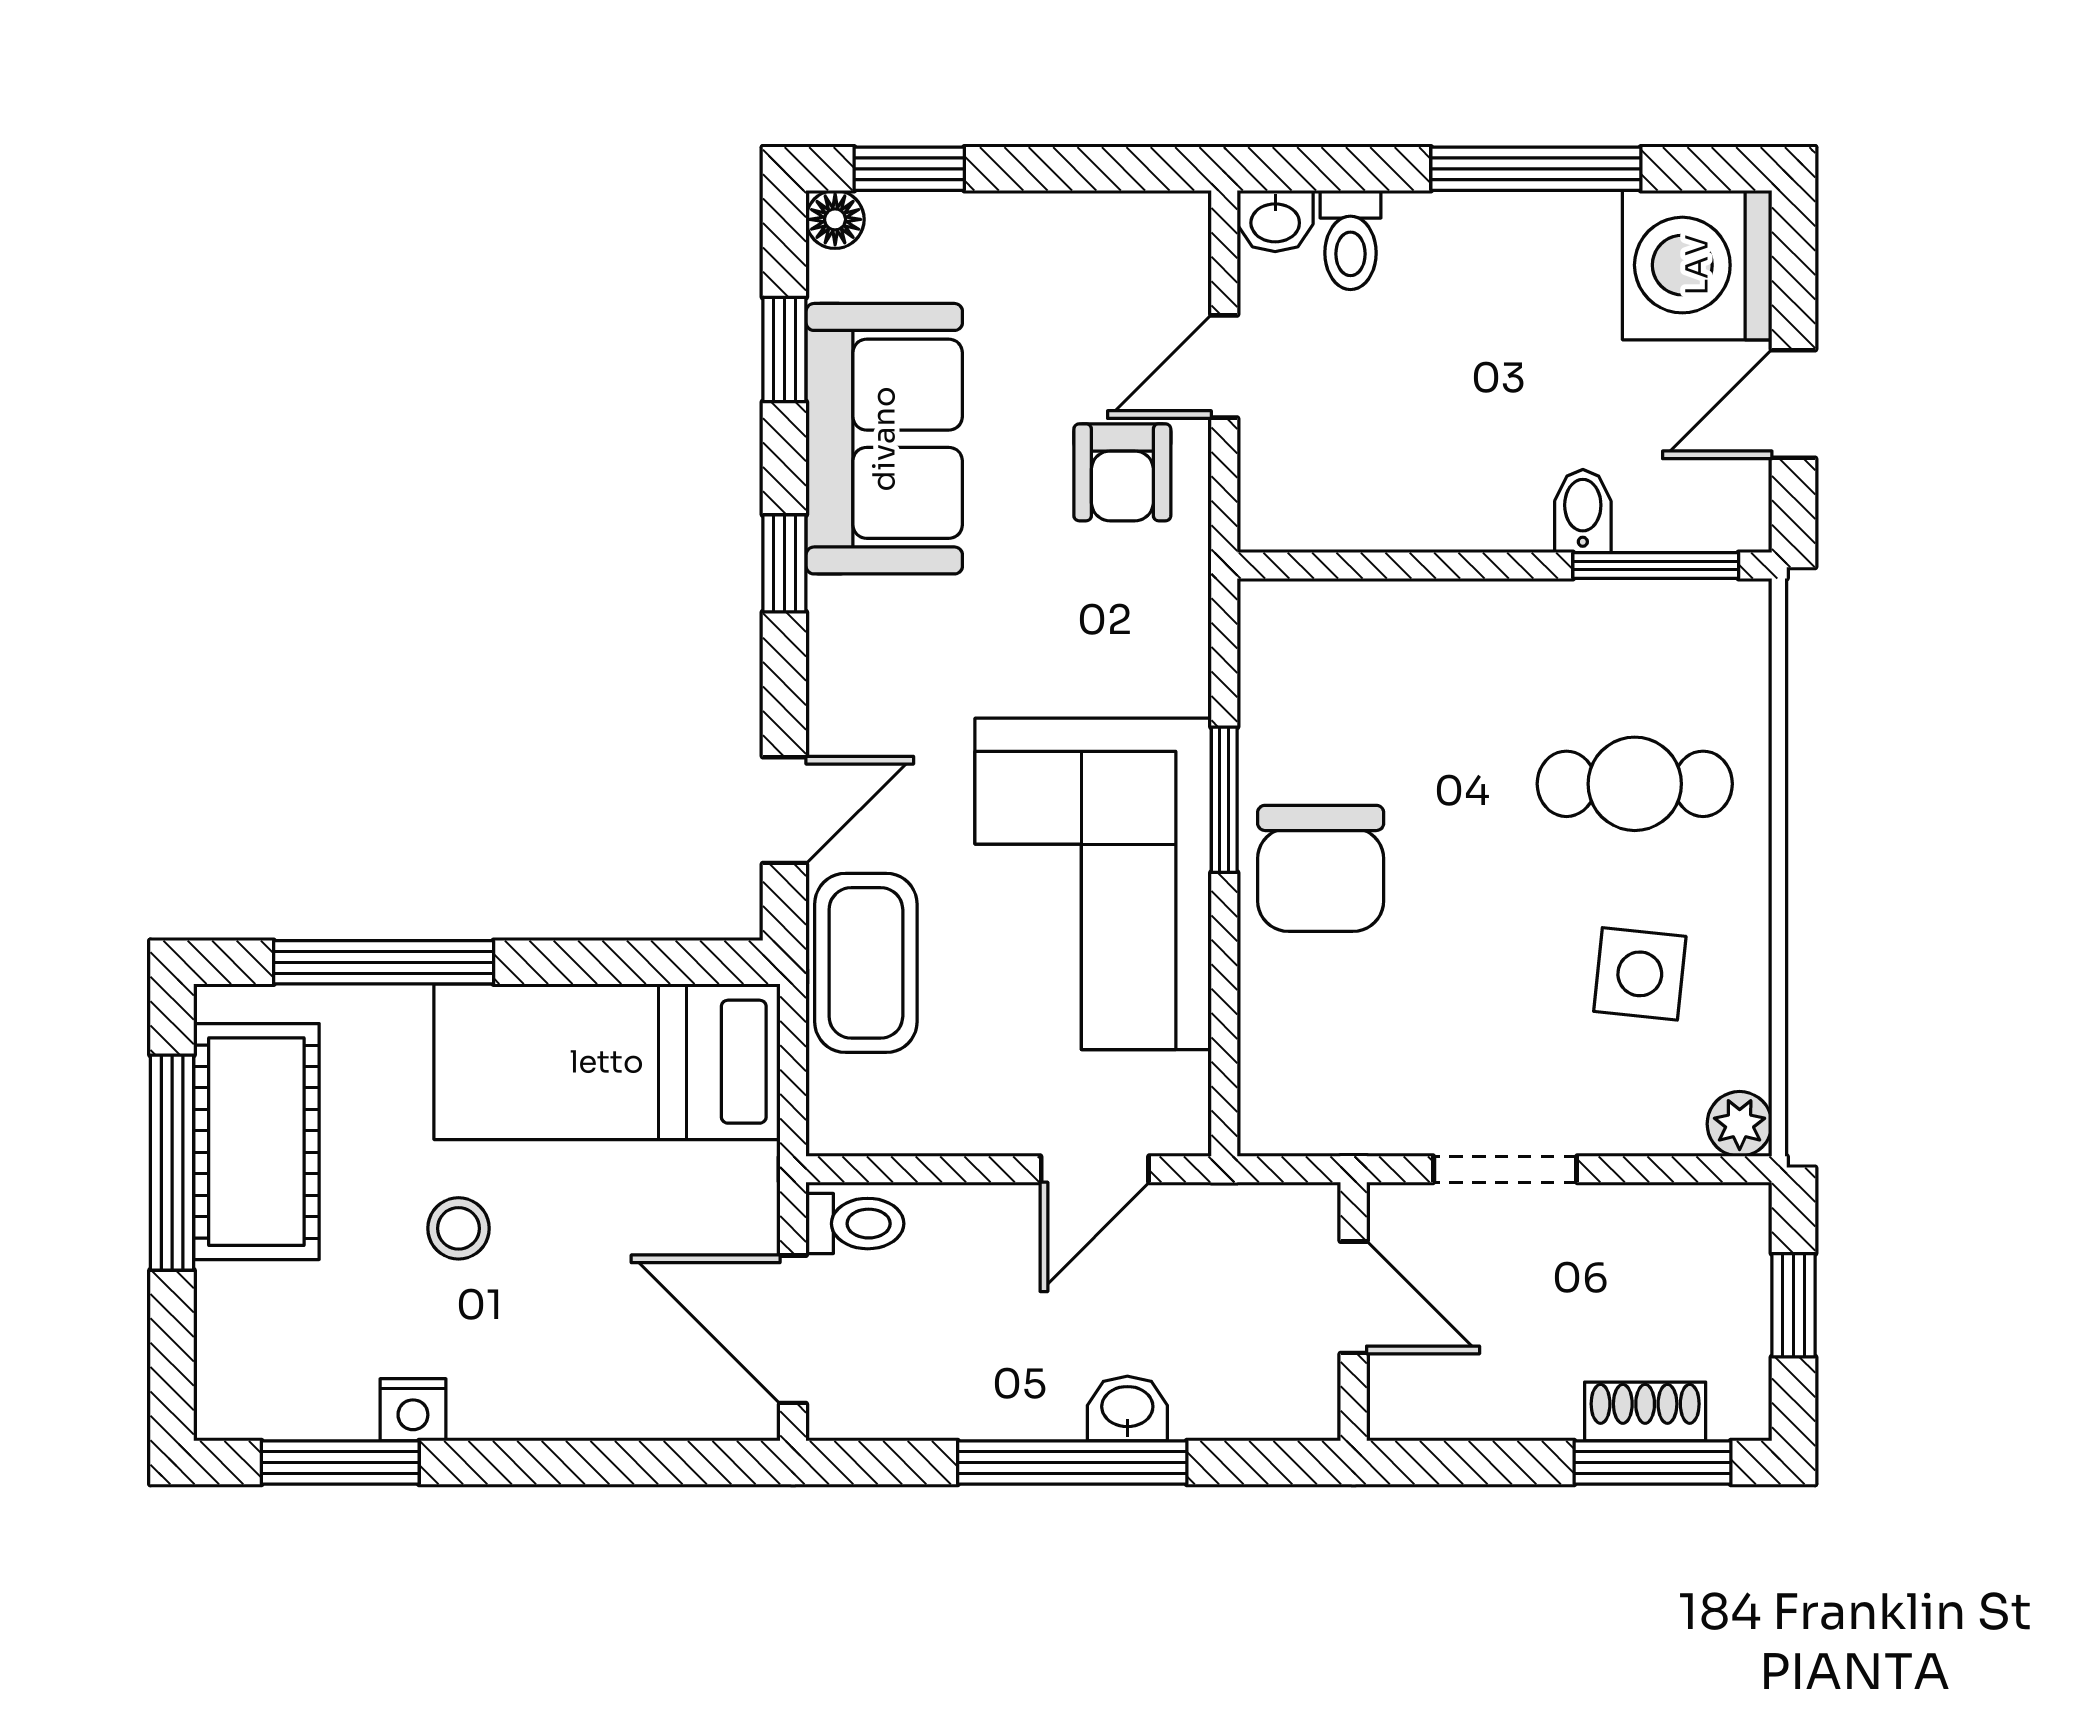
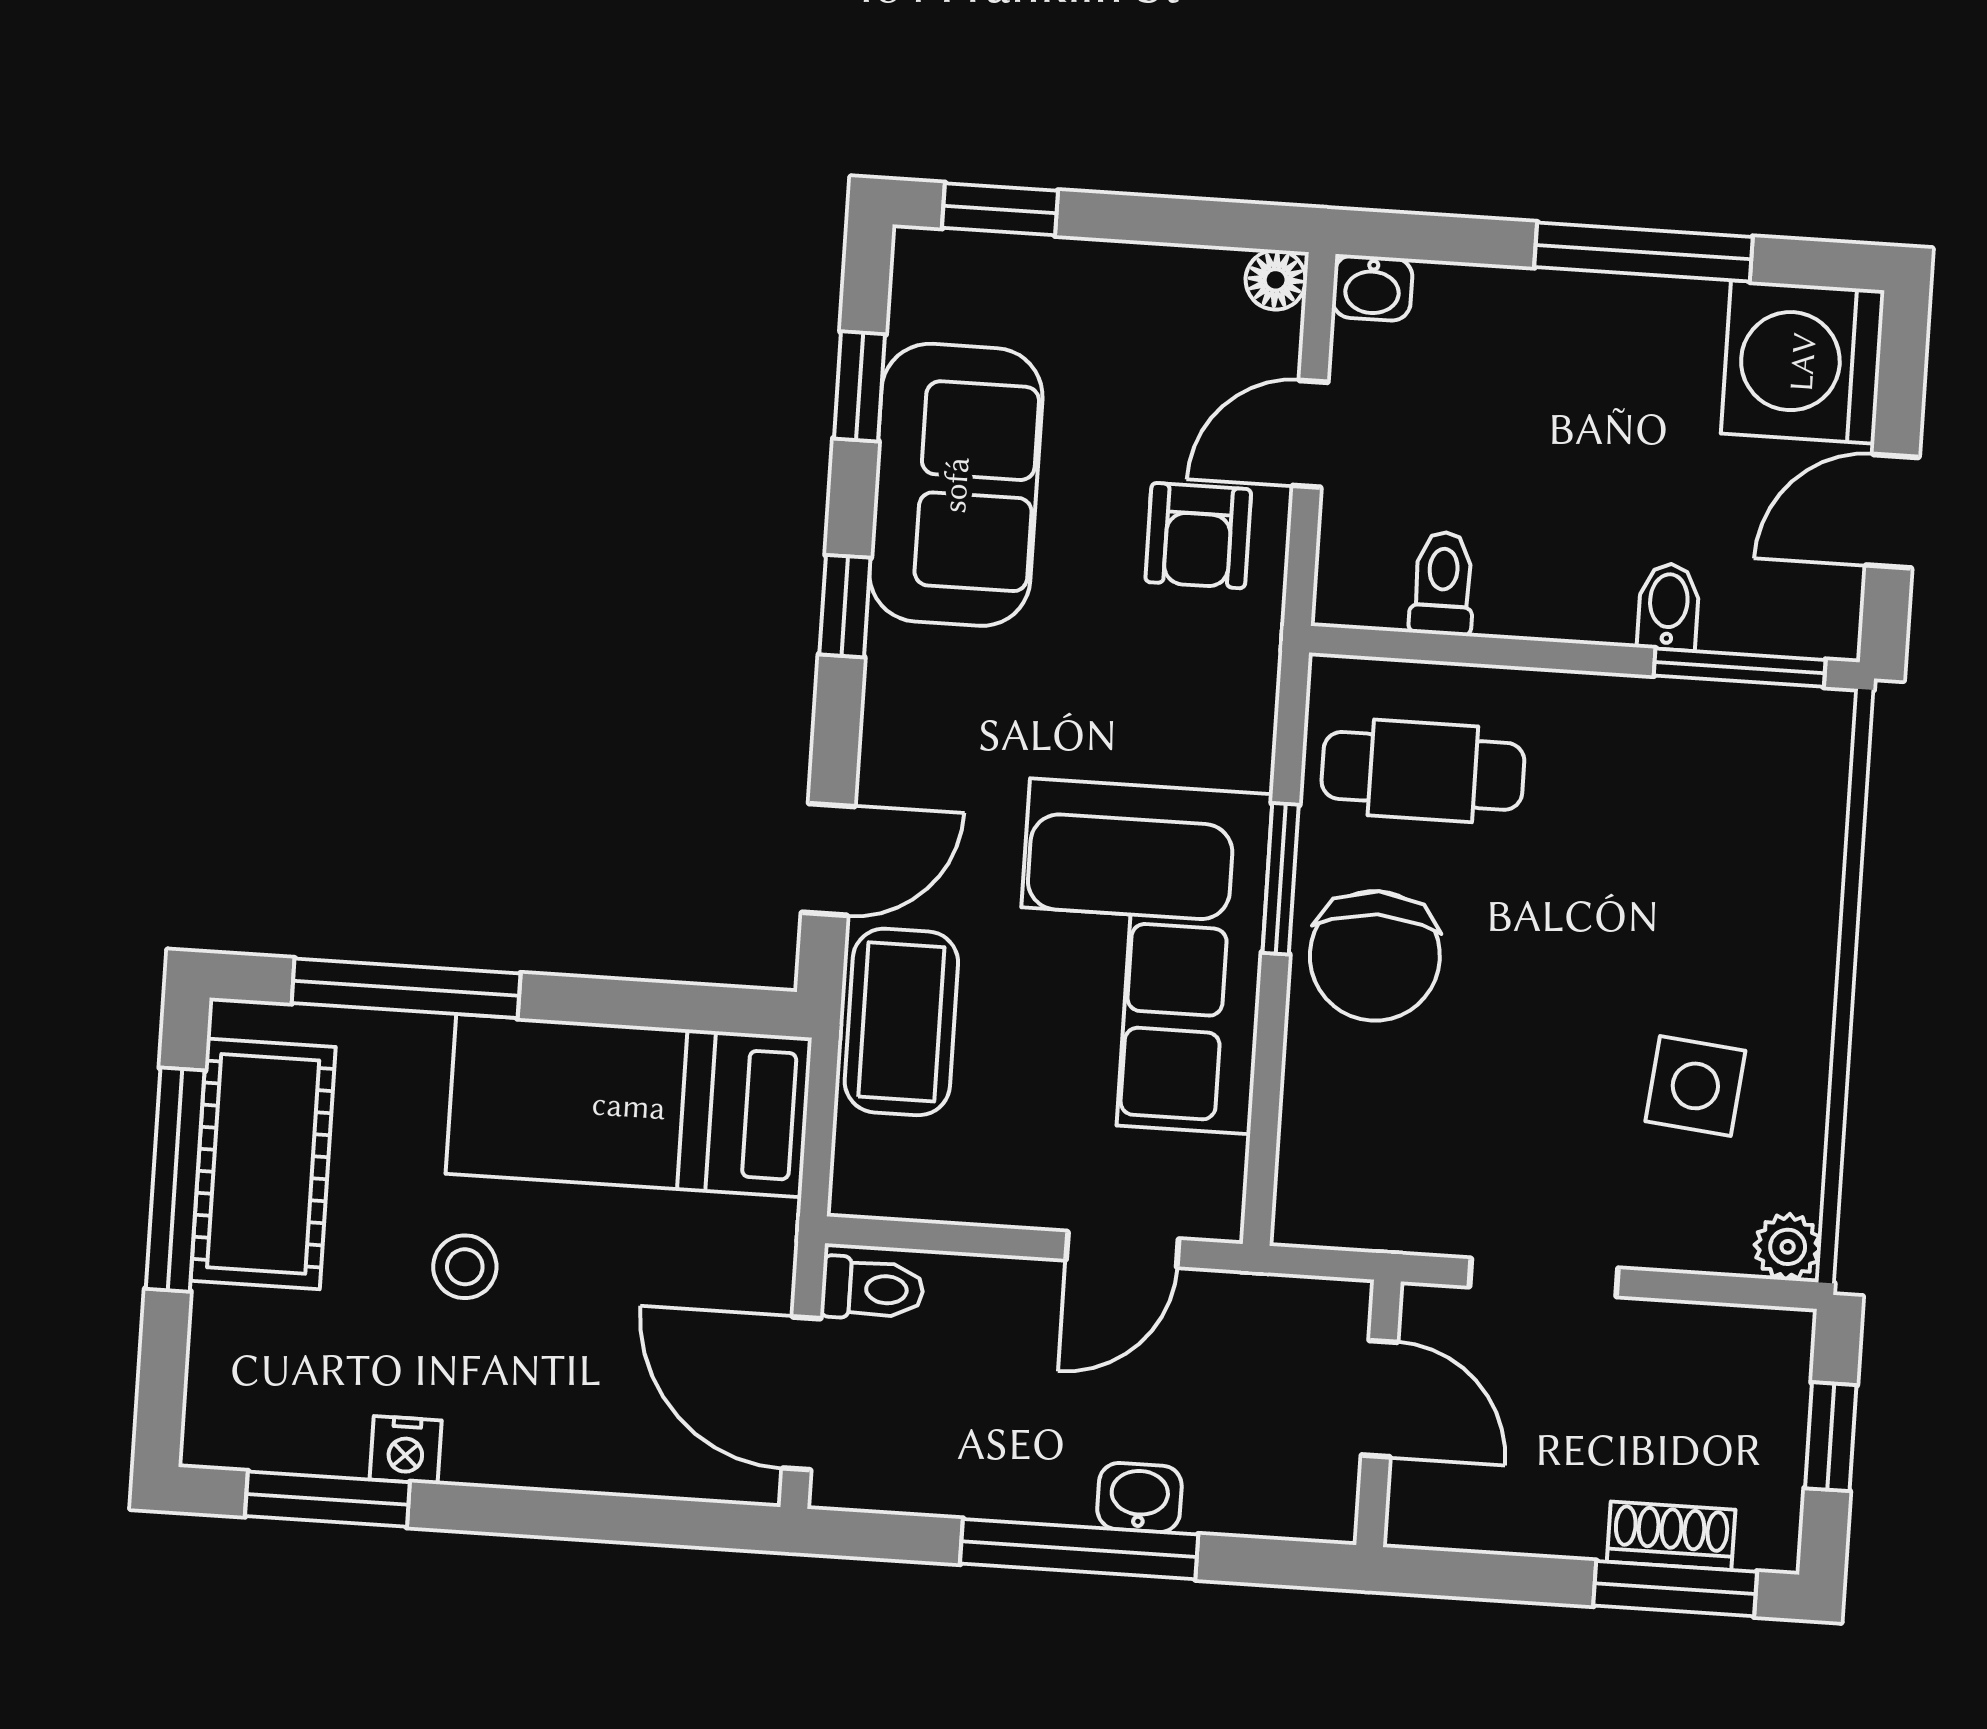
floor lamp: (835, 219) -> (1276, 280), moved
toilet: (1350, 240) -> (1443, 583), moved, turned 180
cafe table: (1635, 784) -> (1423, 771), moved

